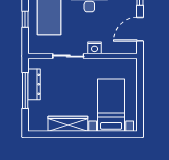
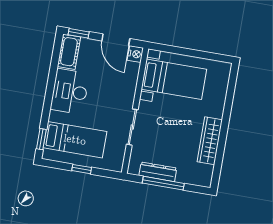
nightstand: (95, 48) -> (135, 54), moved
bed with nightstands: (111, 105) -> (174, 79), moved, turned 180

